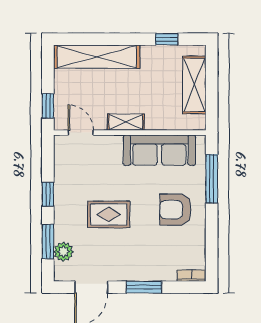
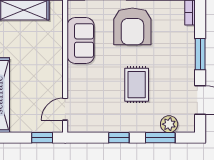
shelving: (126, 122) -> (56, 70), removed
sofa: (159, 150) -> (81, 41), width x0.73
armchair: (176, 210) -> (132, 26), width x1.36, depth x1.36

